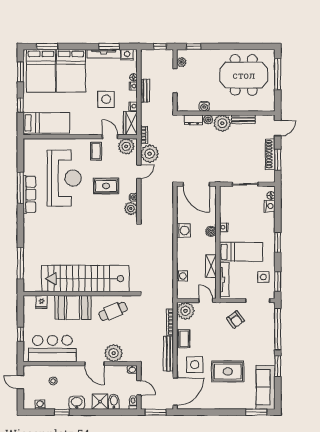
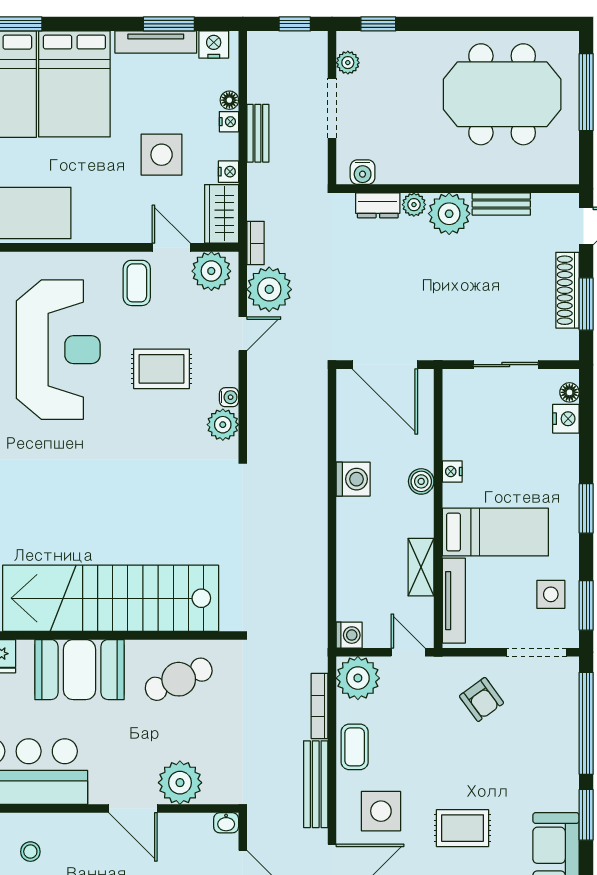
water cooler: (204, 106) -> (363, 172), moved
washing machine: (182, 276) -> (349, 635), moved
rug: (228, 371) -> (463, 828), width x0.73, depth x0.70

